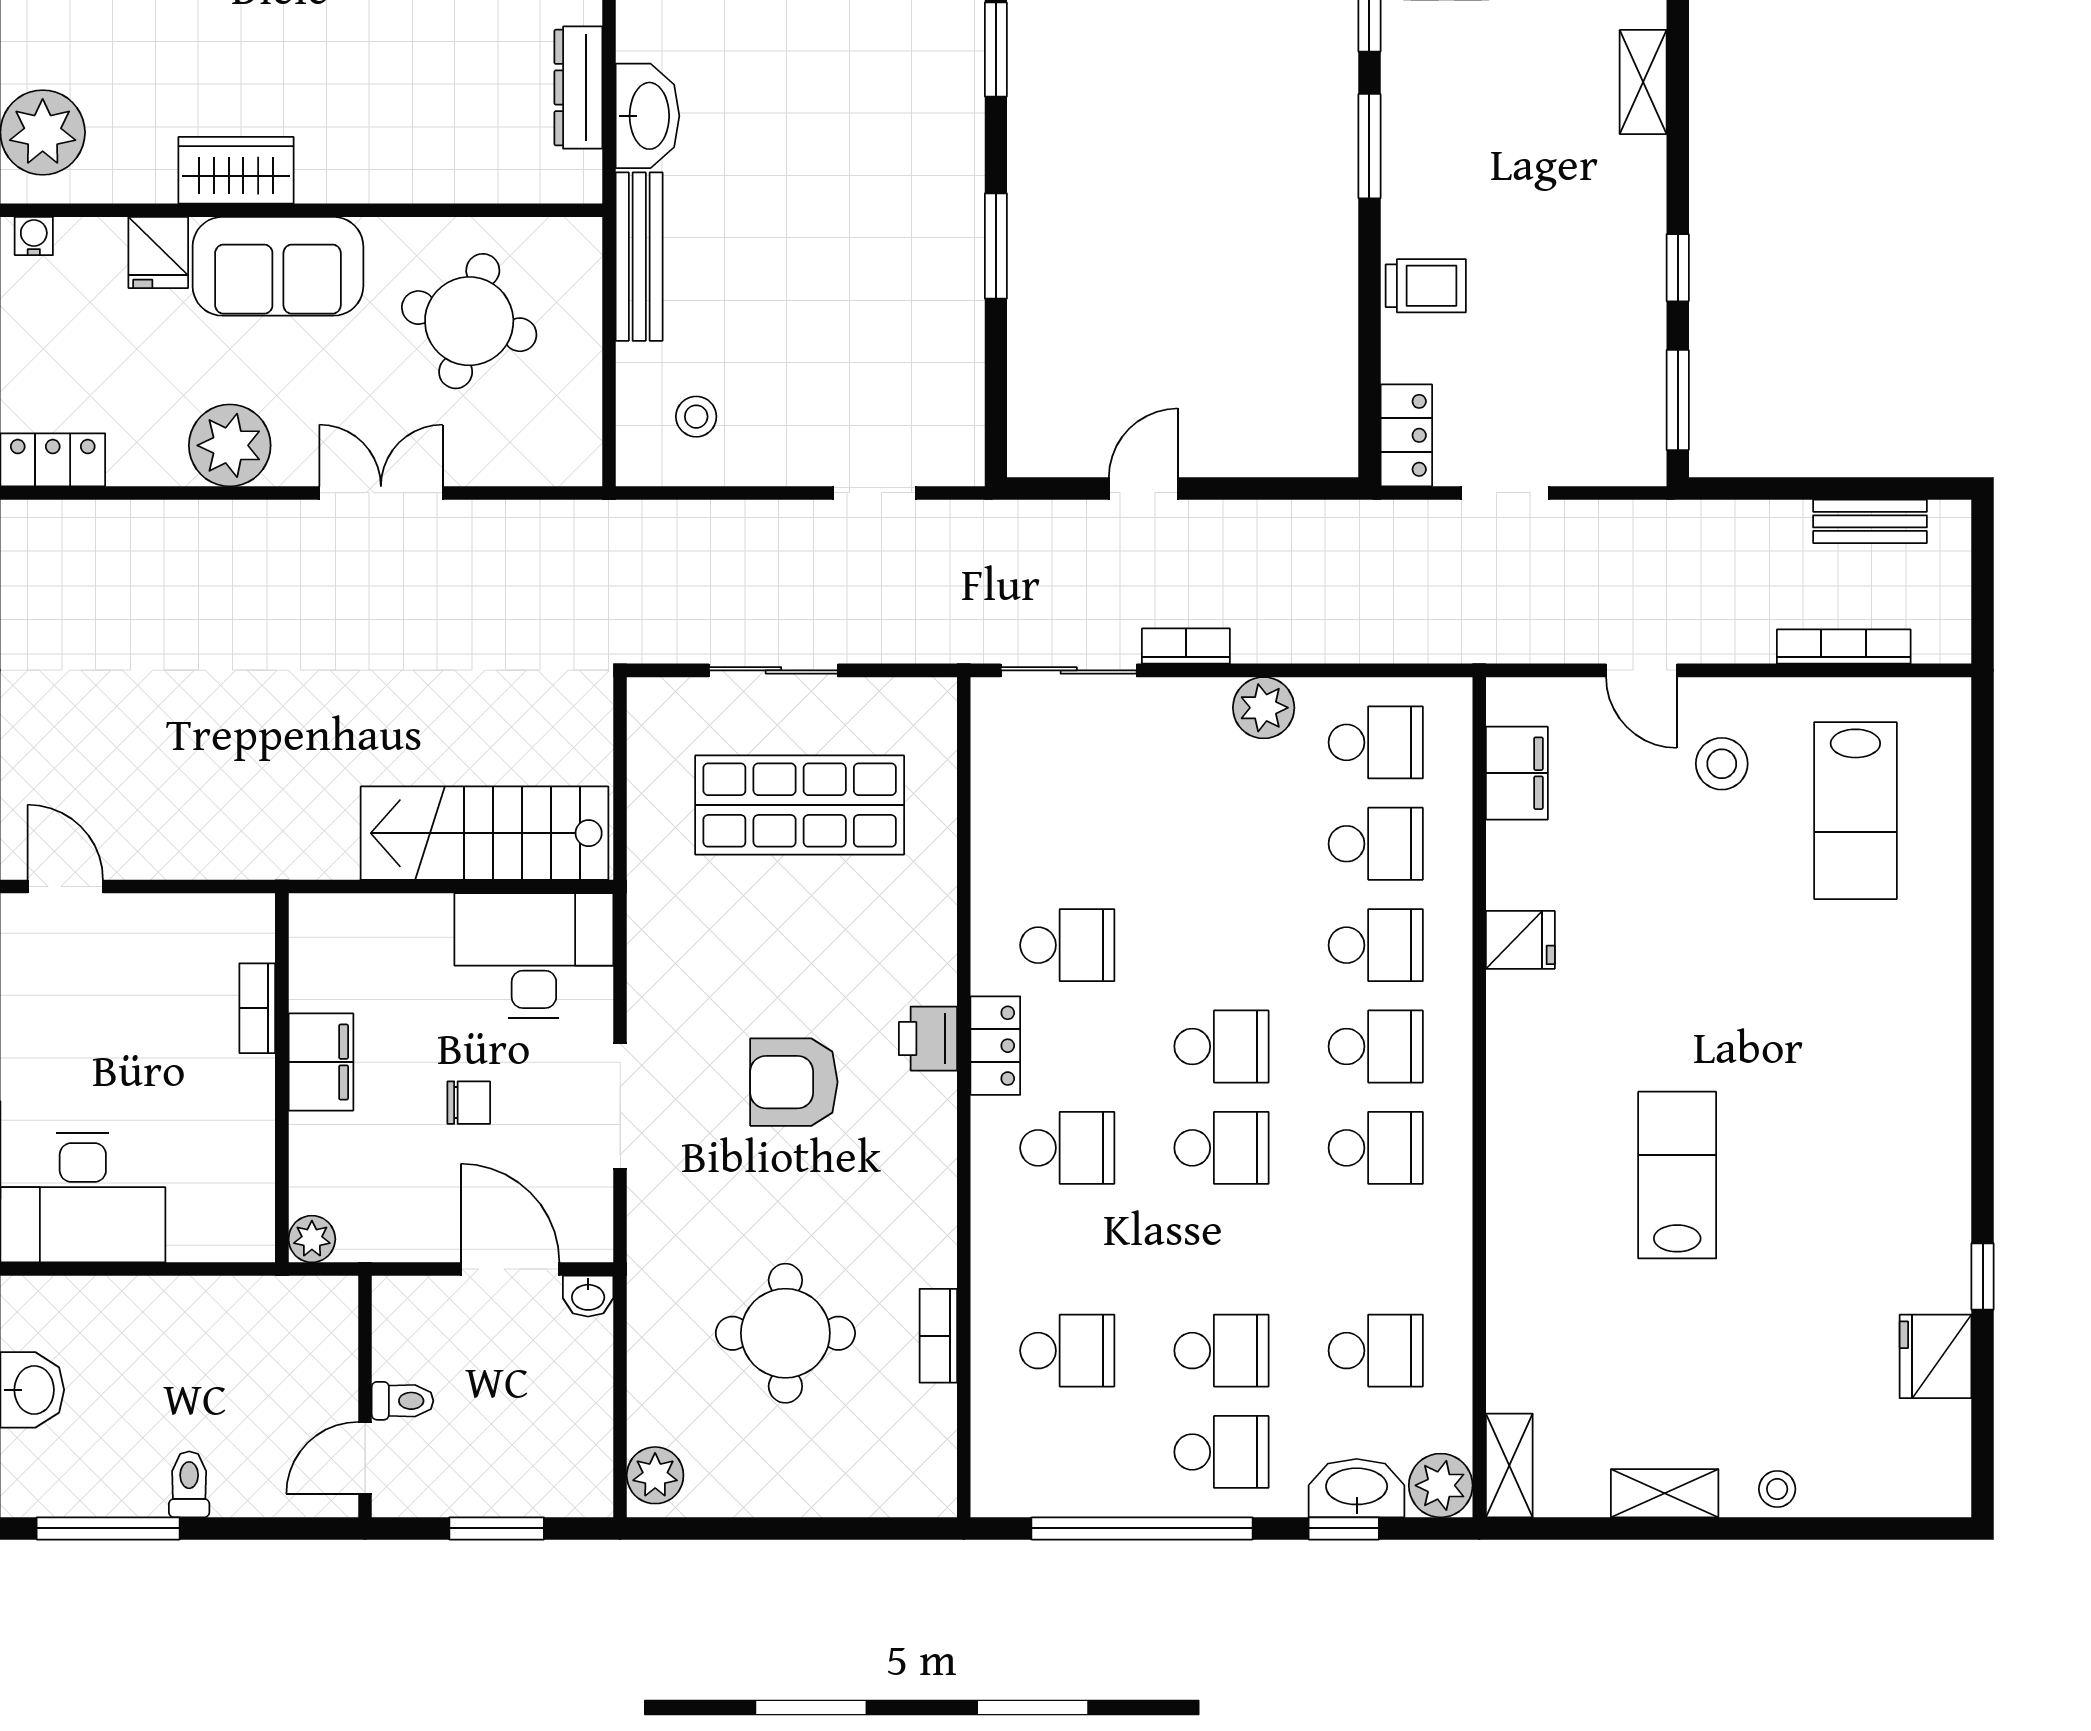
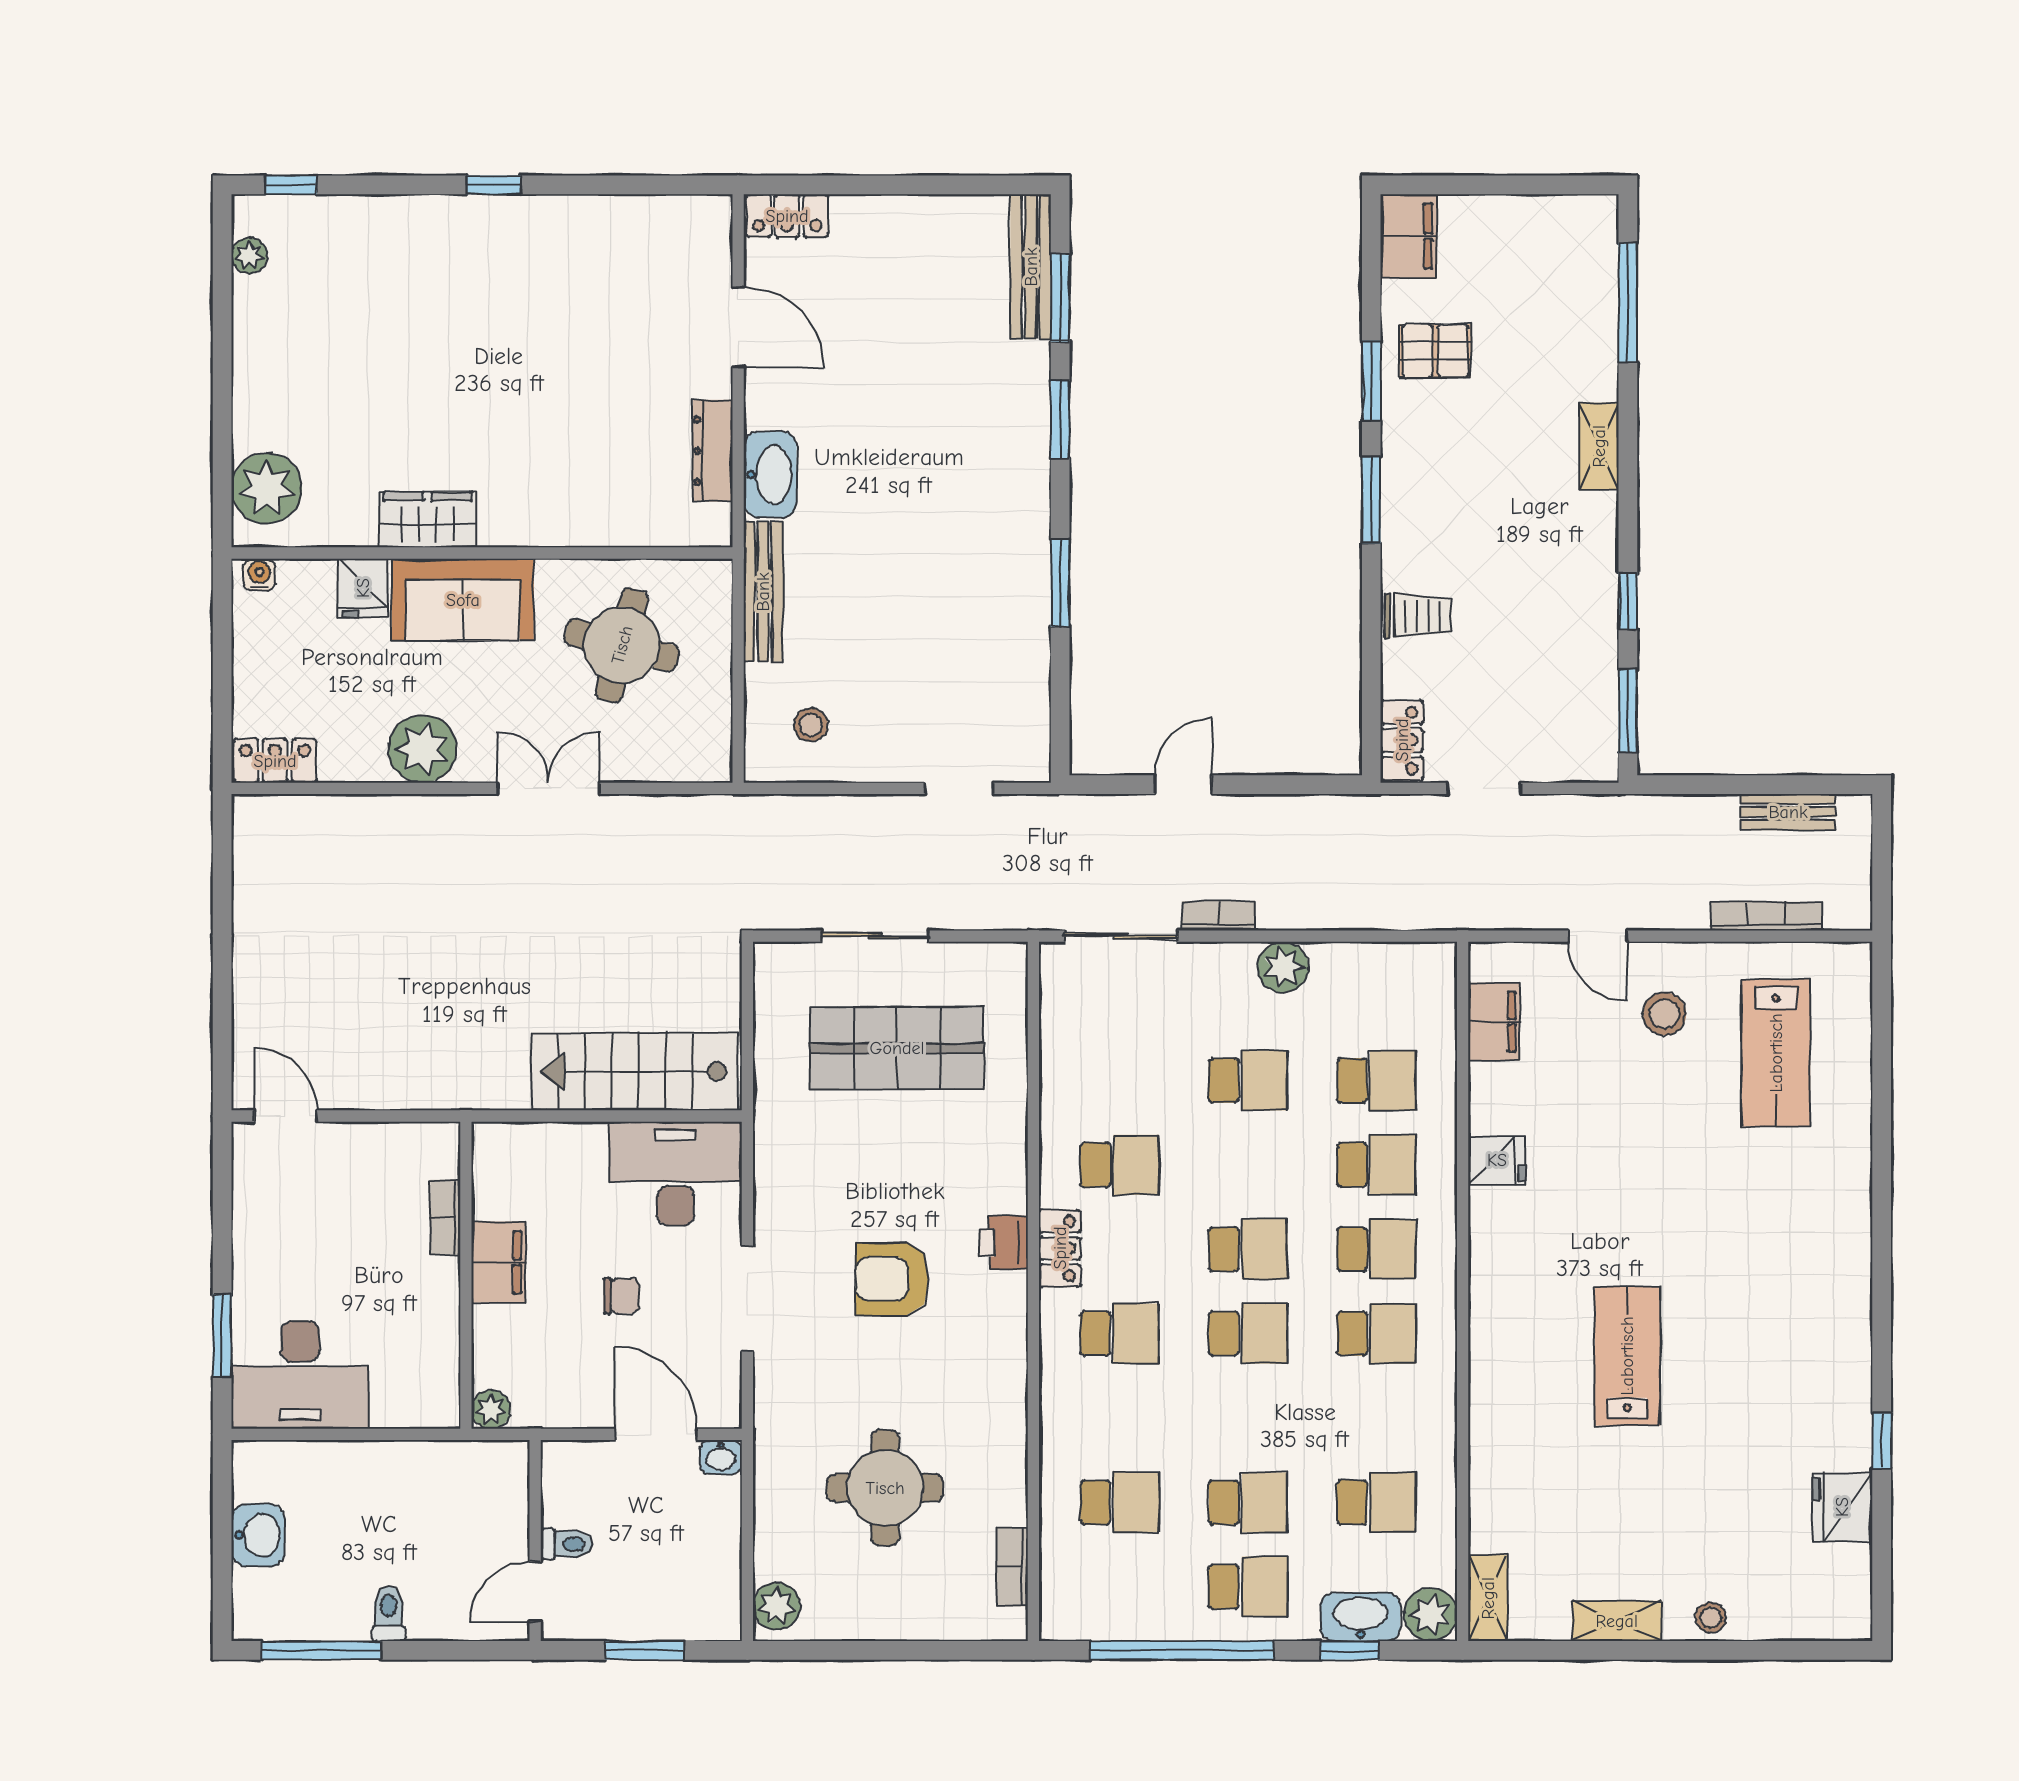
school desk: (1376, 742) -> (1248, 1080), moved
bookcase: (938, 1336) -> (1012, 1567), moved

